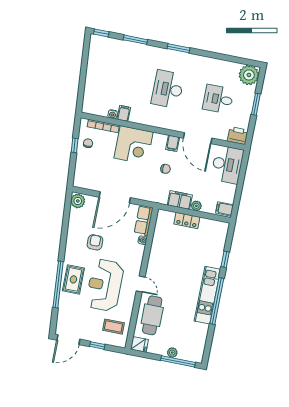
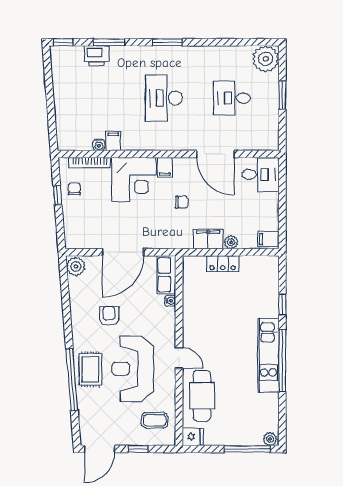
printer: (238, 136) -> (97, 56), moved, turned 180
filing cabinet: (173, 143) -> (165, 167), moved
desk: (227, 165) -> (261, 174), width x0.73
plant: (172, 353) -> (270, 439), moved

